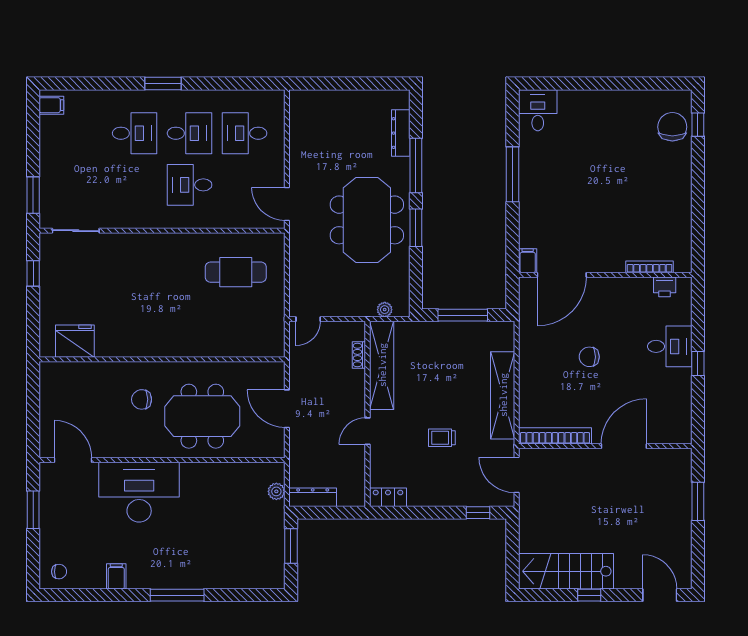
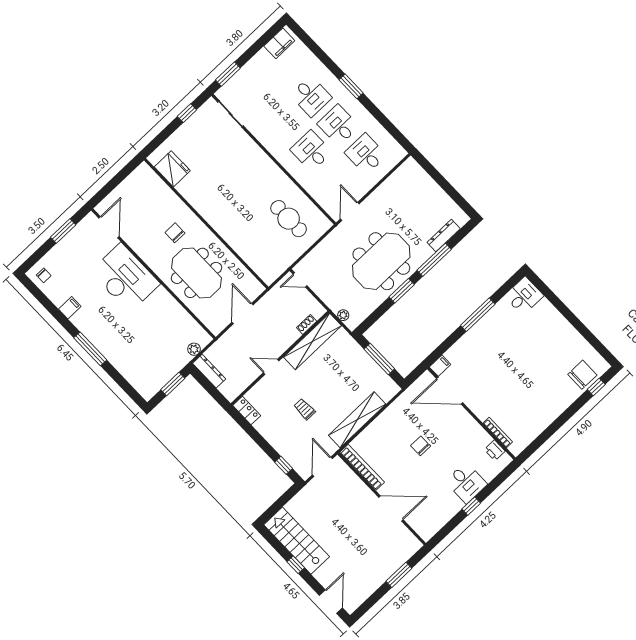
filing cabinet: (51, 105) -> (279, 43), width x2.00
desk: (190, 133) -> (338, 125), turned 180

